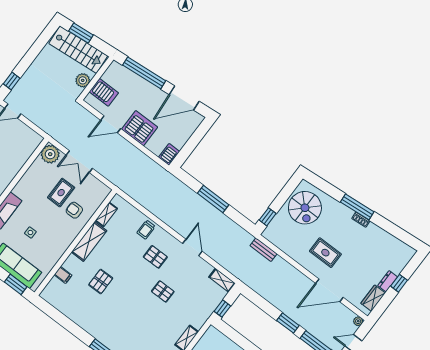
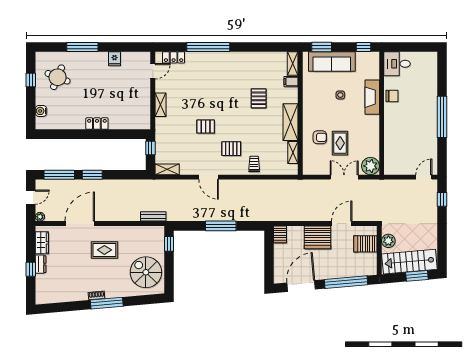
shelving: (50, 289) -> (293, 64), added

